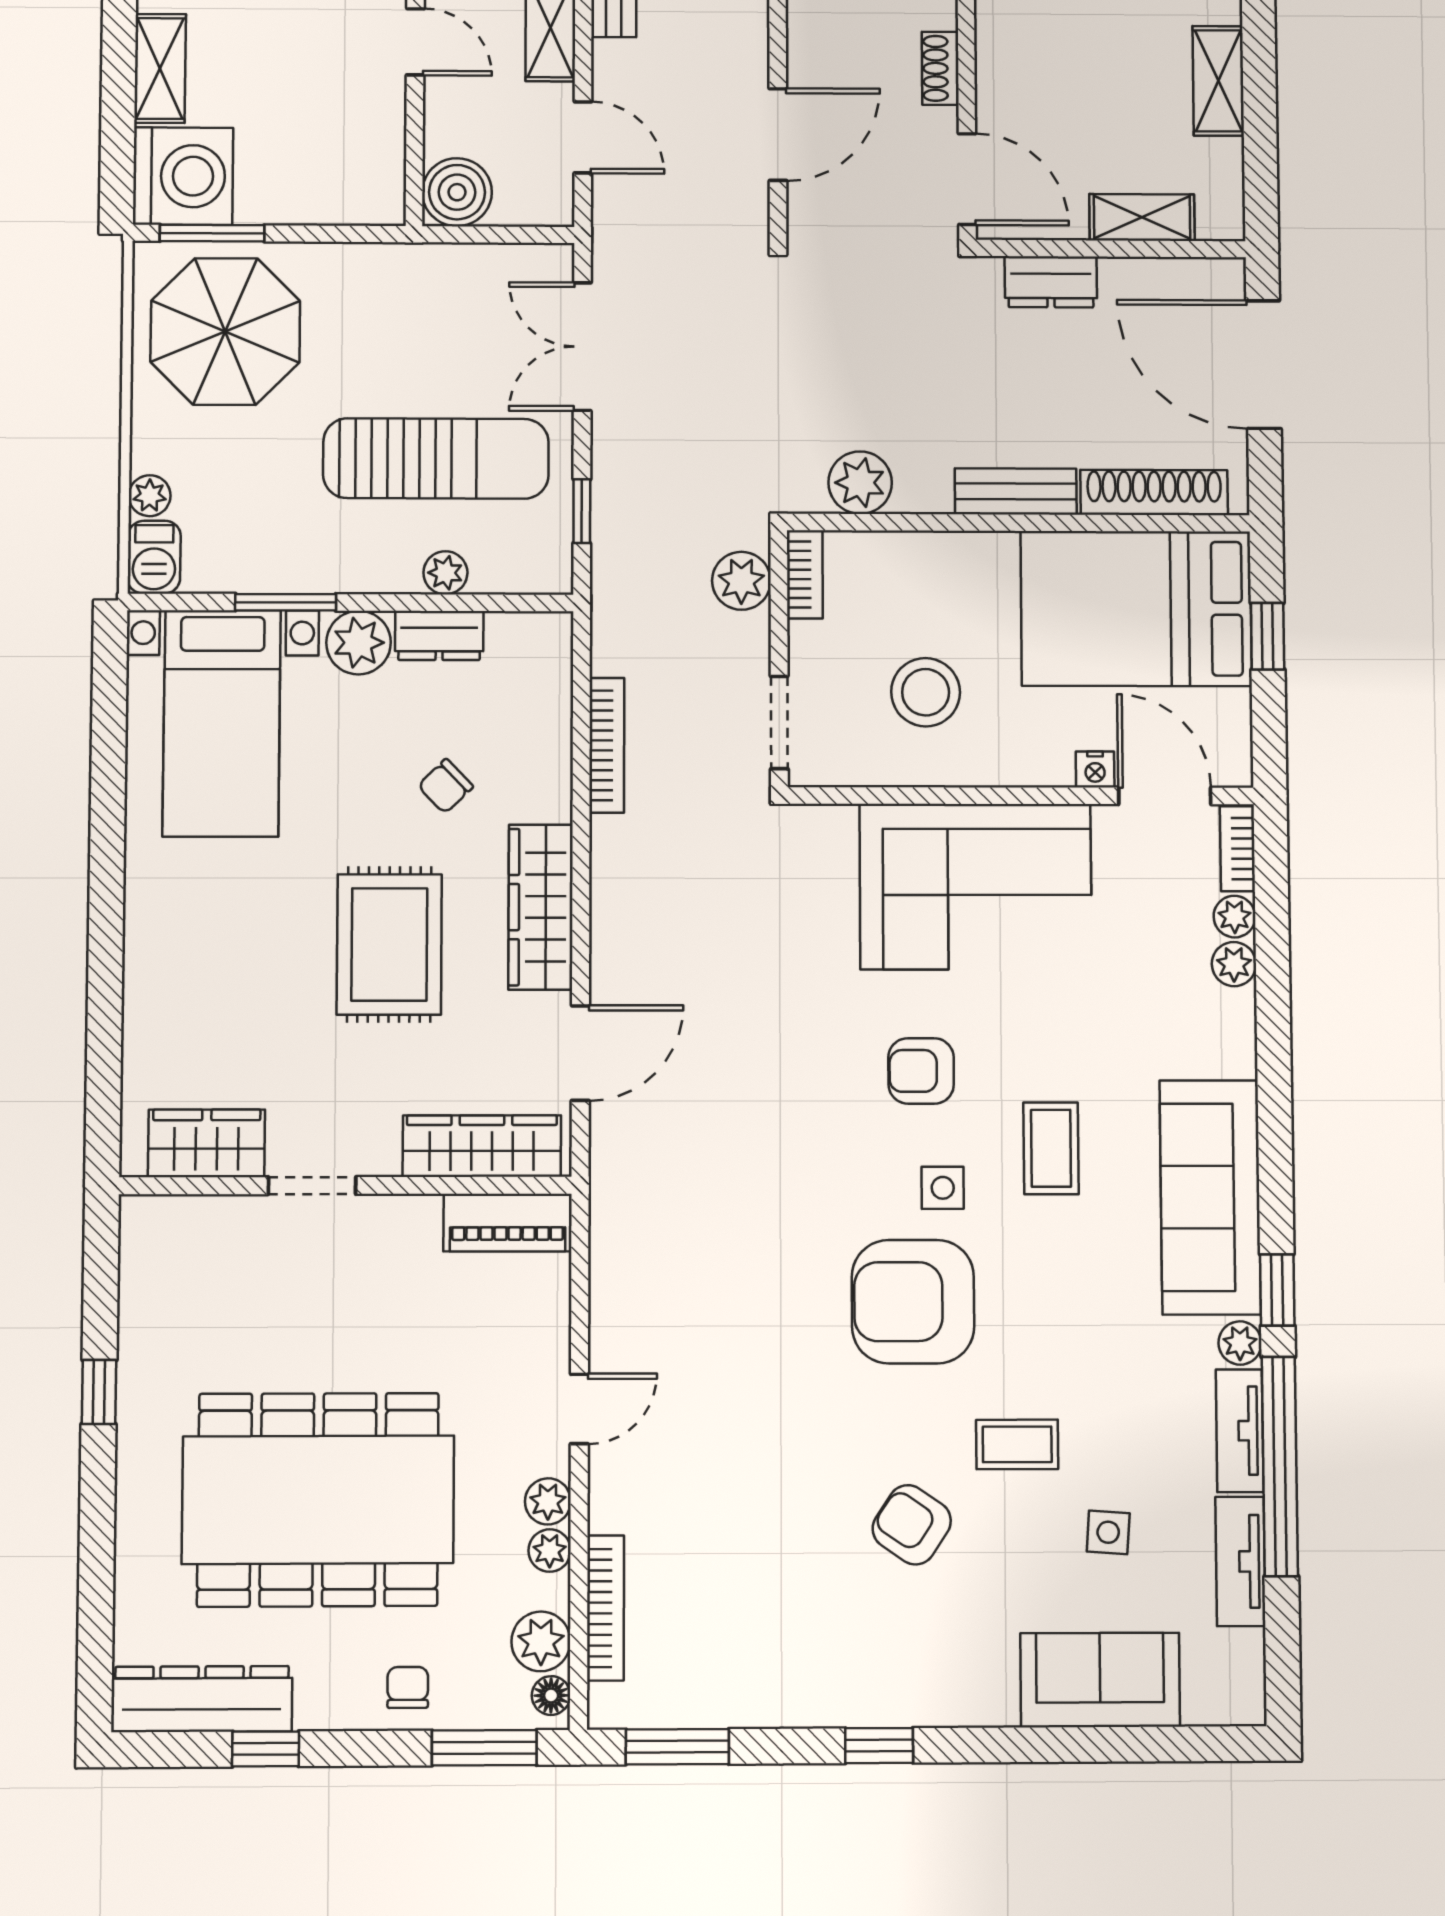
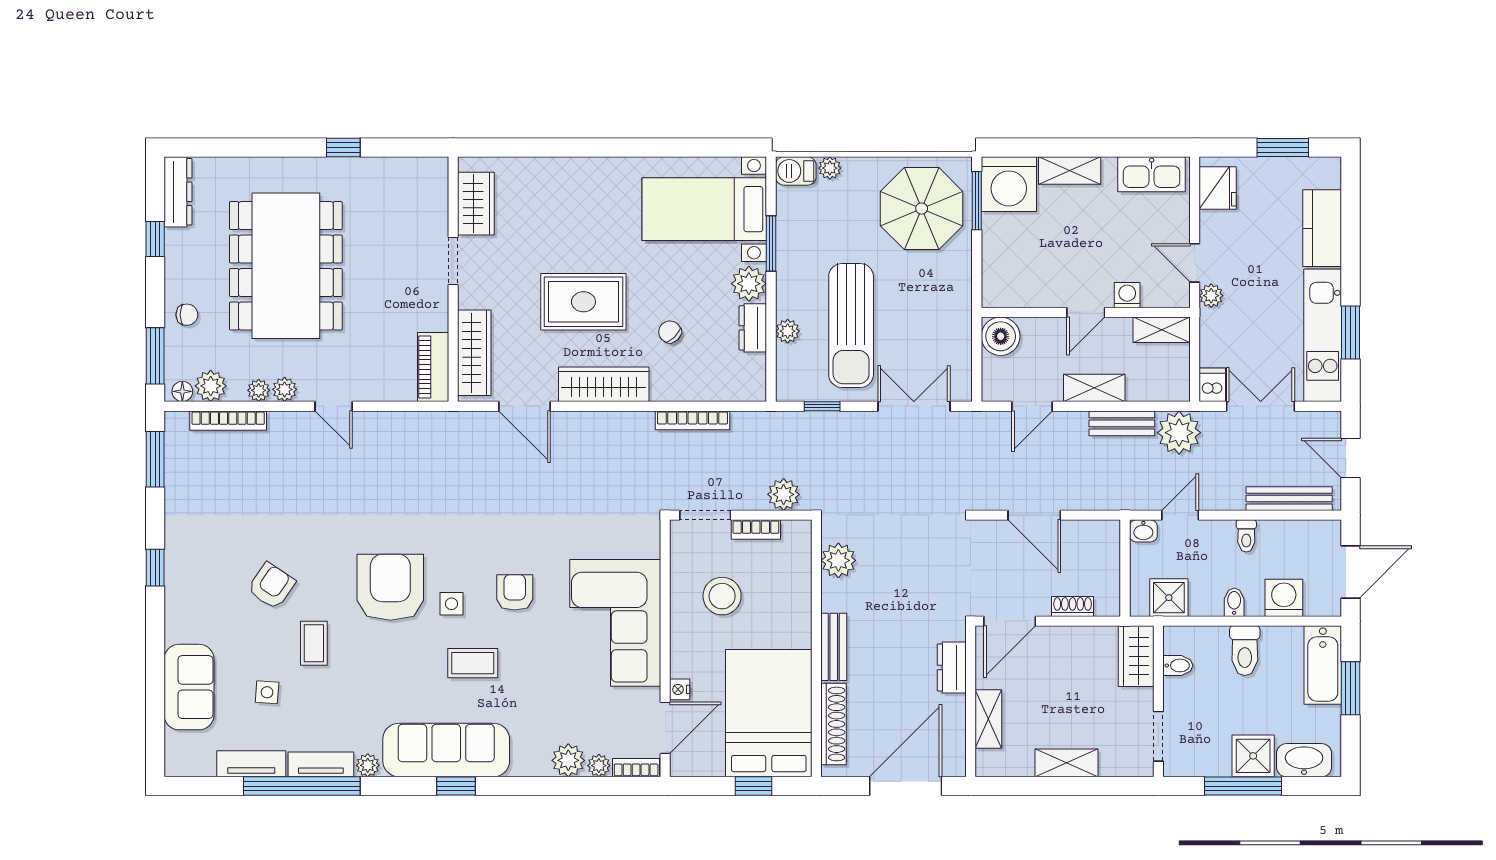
bookcase: (805, 574) -> (756, 530), moved
plant: (1234, 964) -> (568, 760), width x1.38, depth x1.38
window: (1277, 1290) -> (456, 786), moved
dresser: (202, 1699) -> (178, 192), width x0.73, depth x0.80

